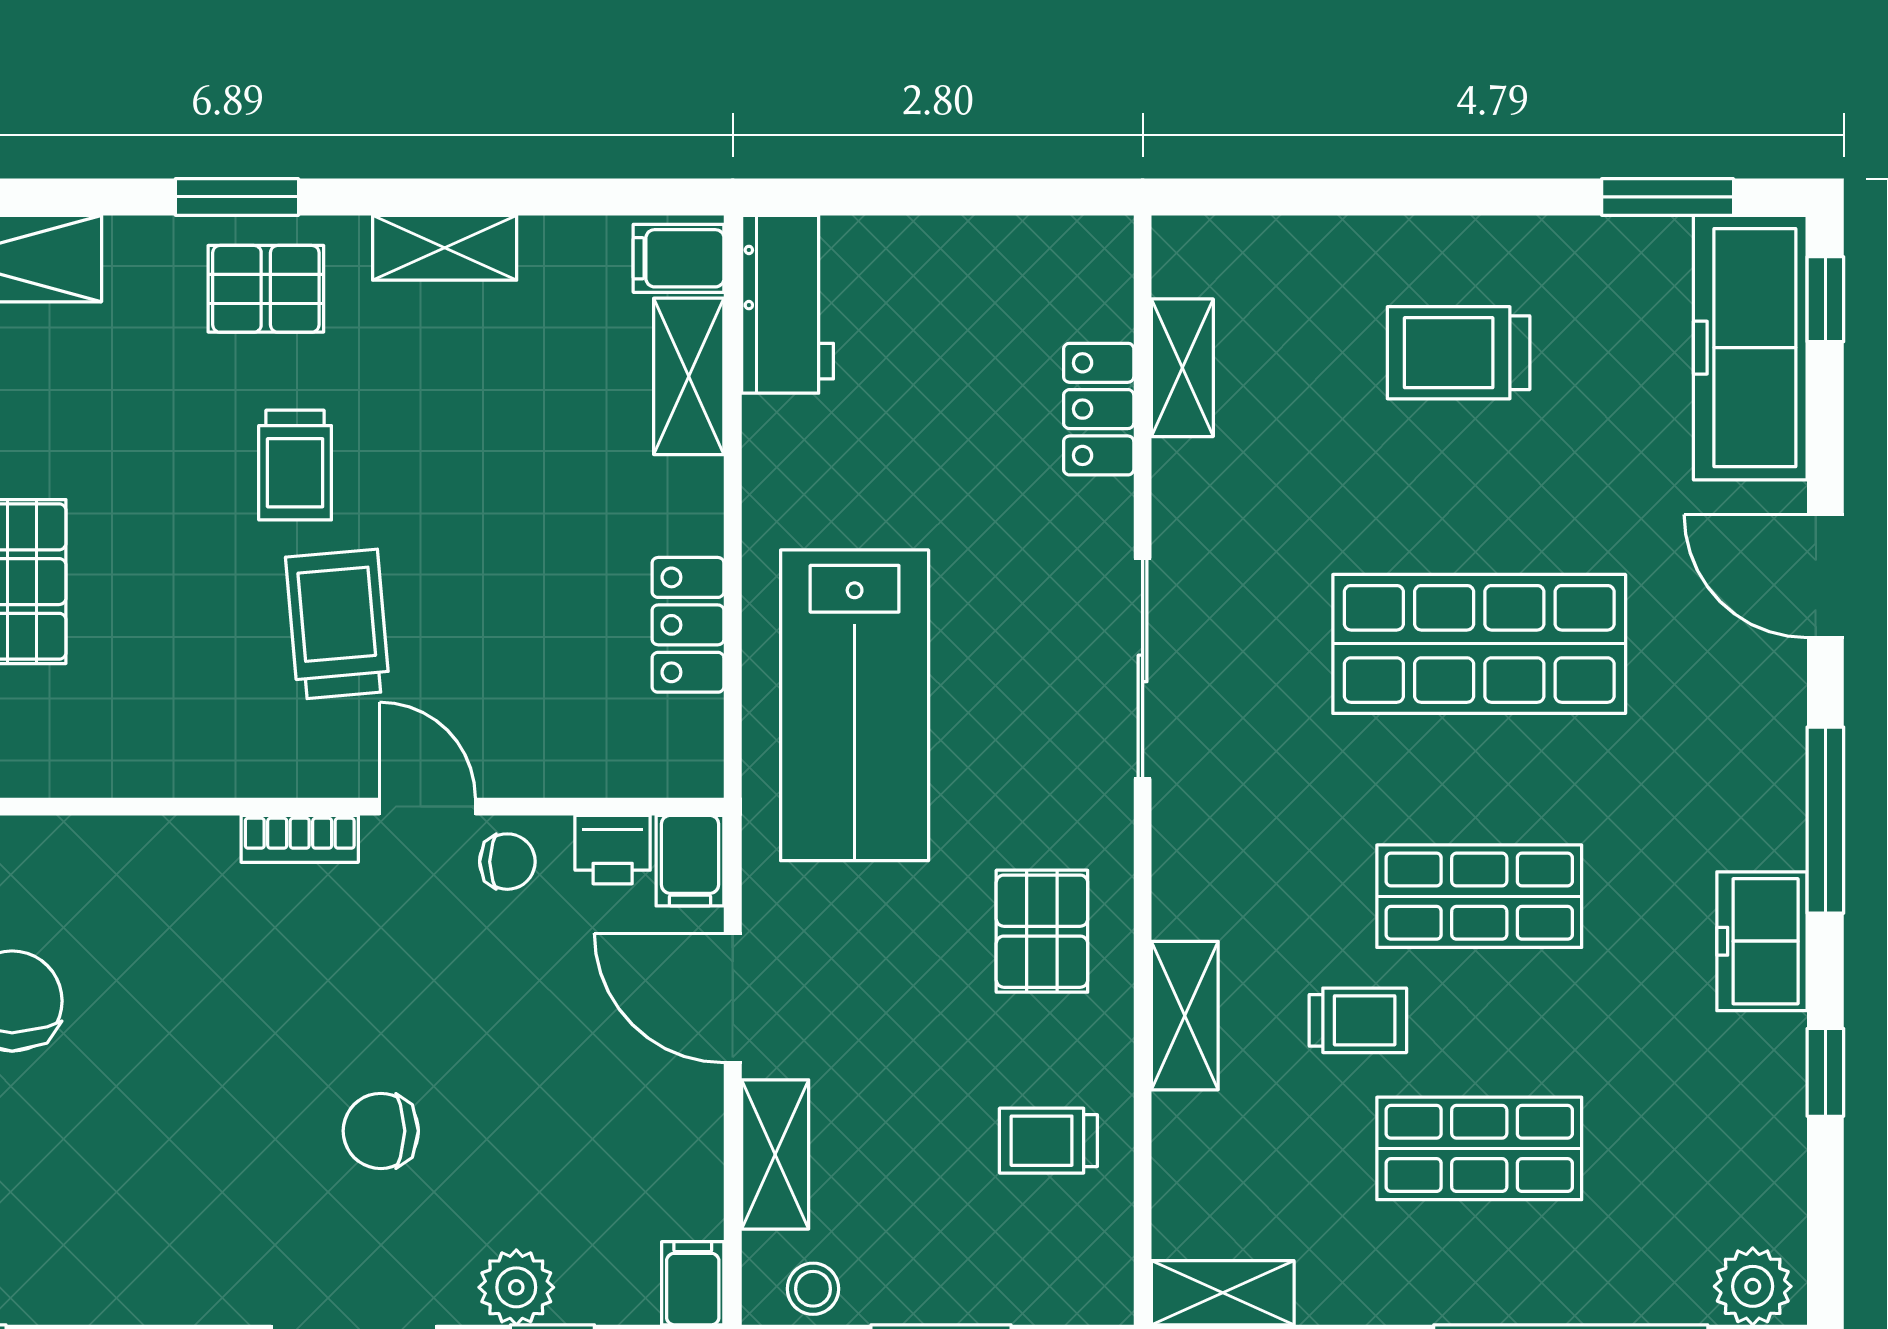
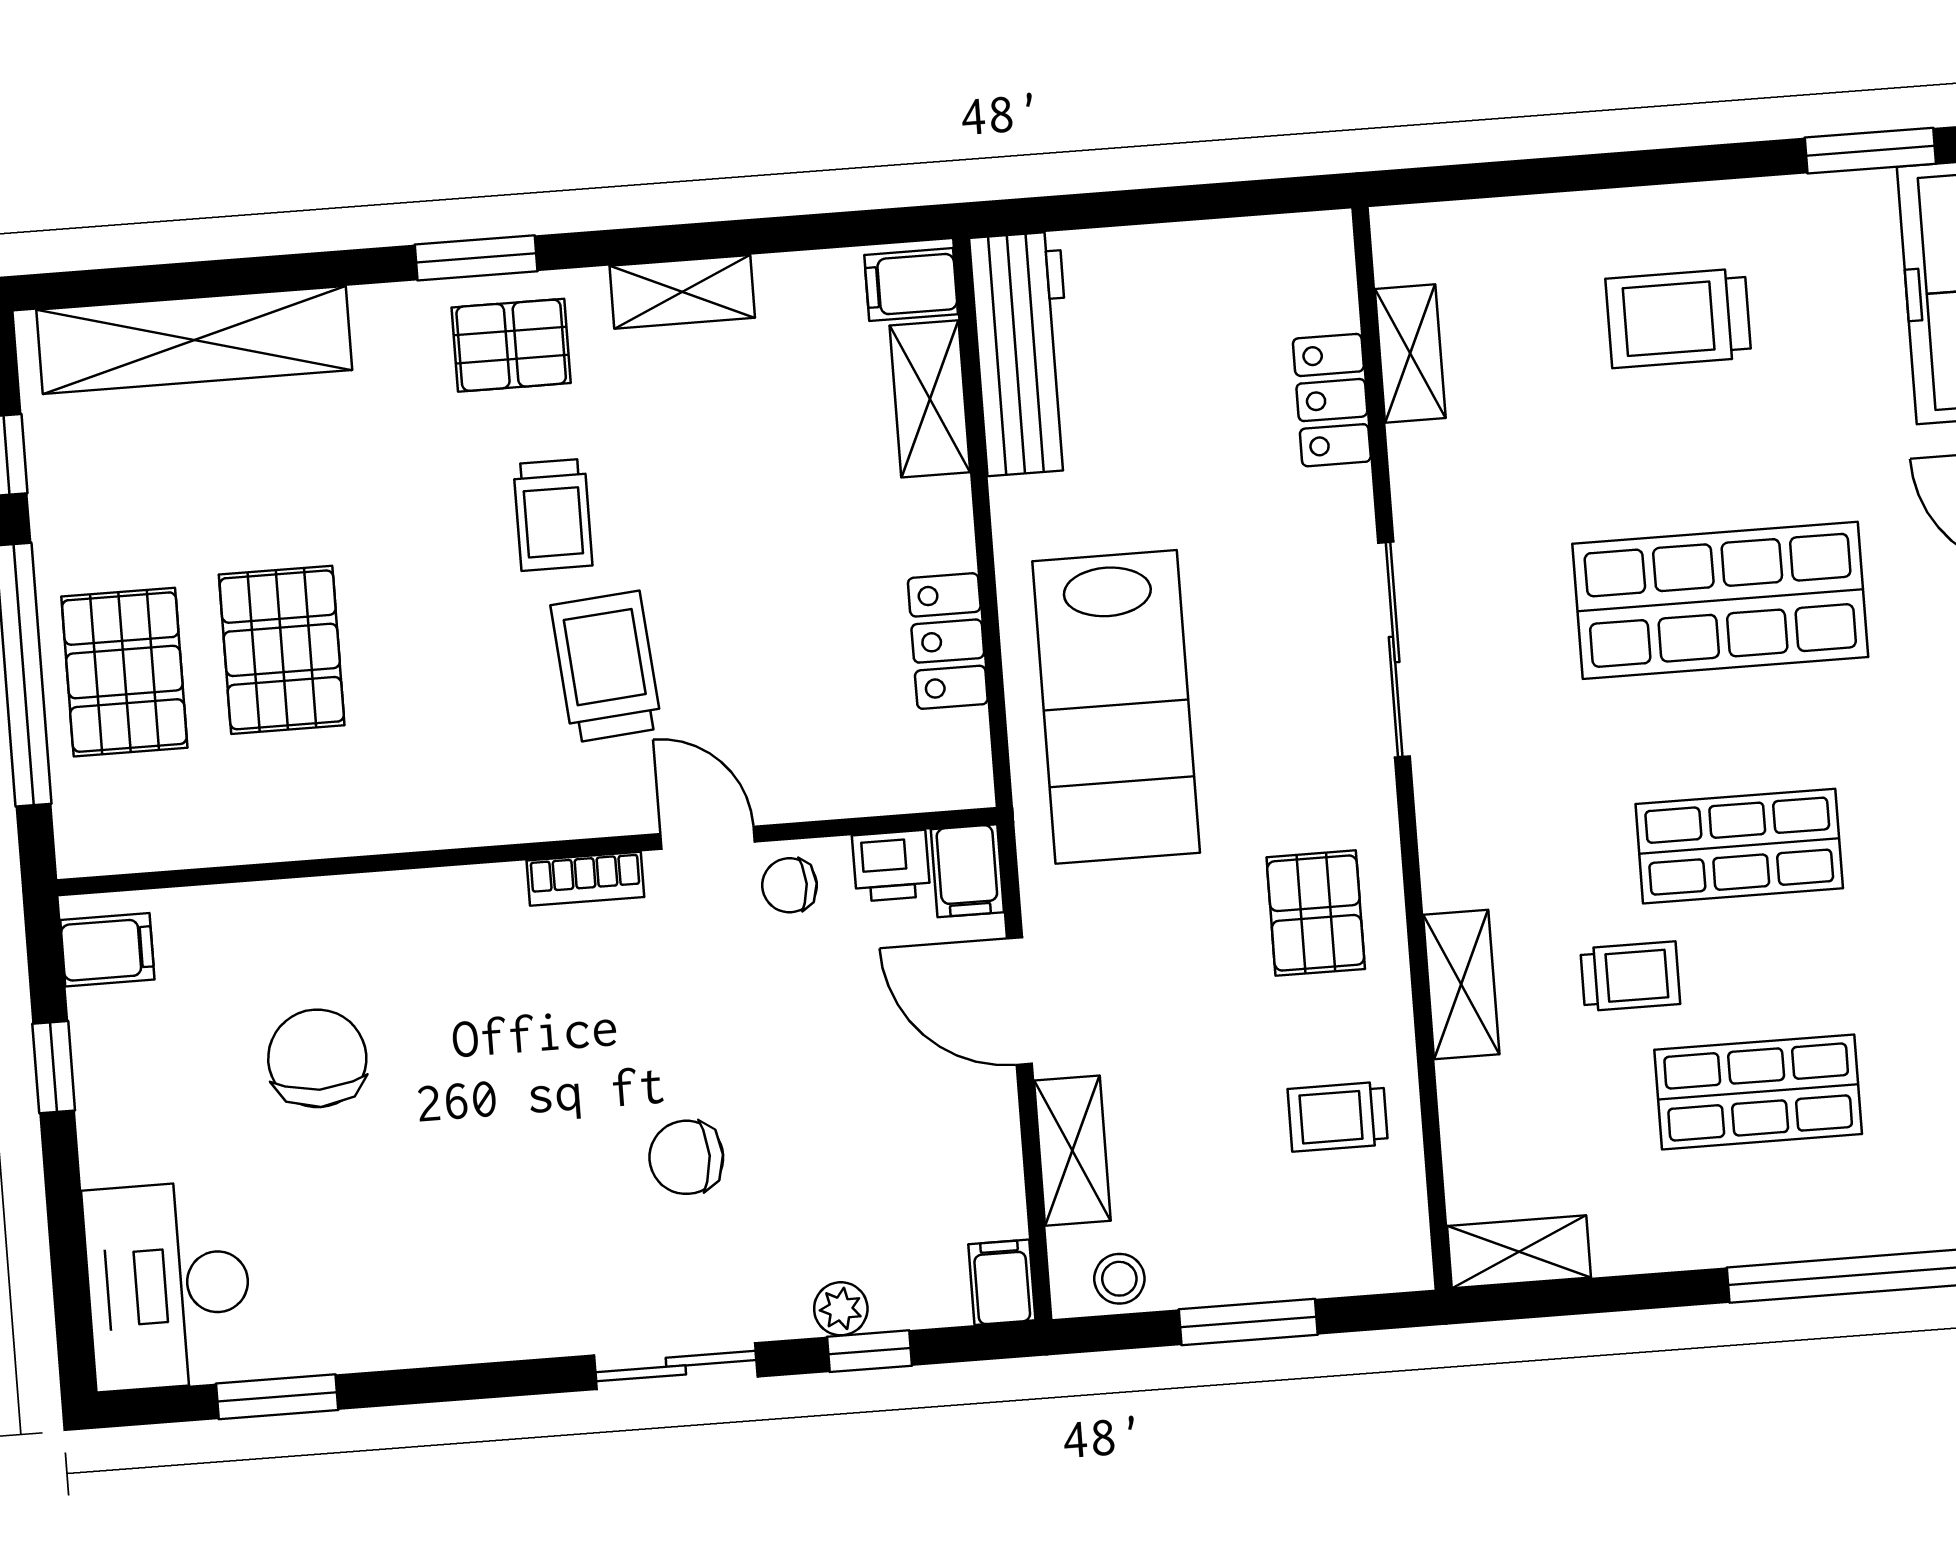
workbench: (787, 304) -> (1023, 354), width x1.37
chair: (507, 862) -> (789, 885), turned 180
plant: (516, 1287) -> (841, 1309), width x0.73, depth x0.73

